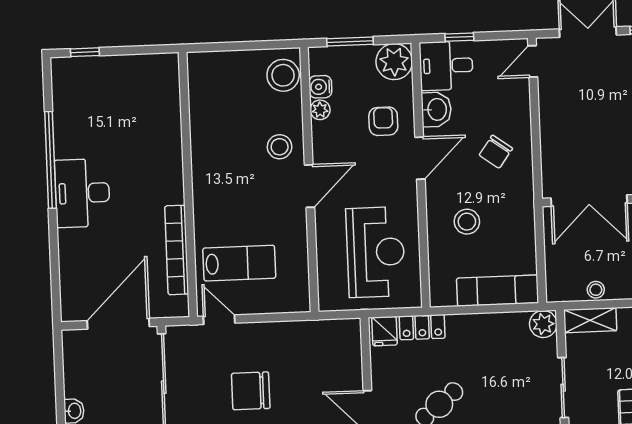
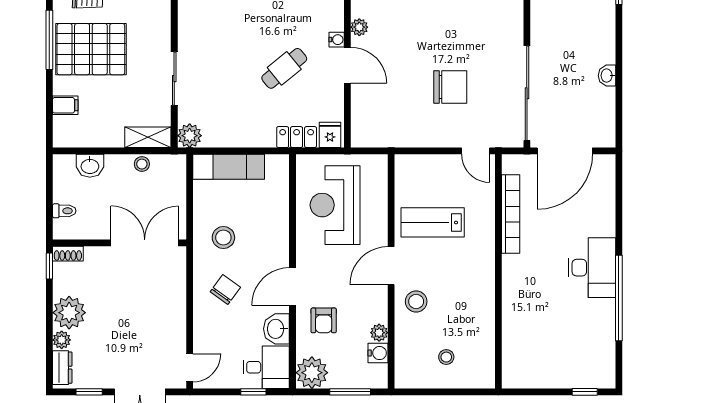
stool: (283, 75) -> (446, 357), moved, width x0.53, depth x0.53
stool: (467, 222) -> (223, 238), moved
lab bench: (239, 263) -> (433, 222), moved

